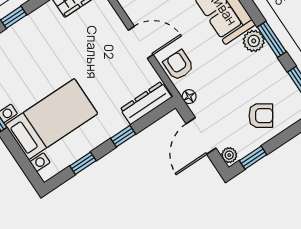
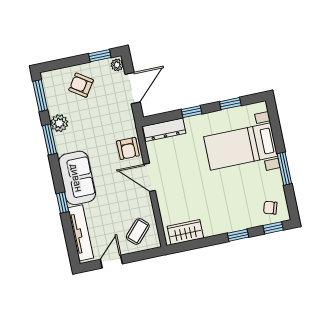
plant: (254, 41) -> (59, 123), moved
floor lamp: (189, 97) -> (130, 121), removed

